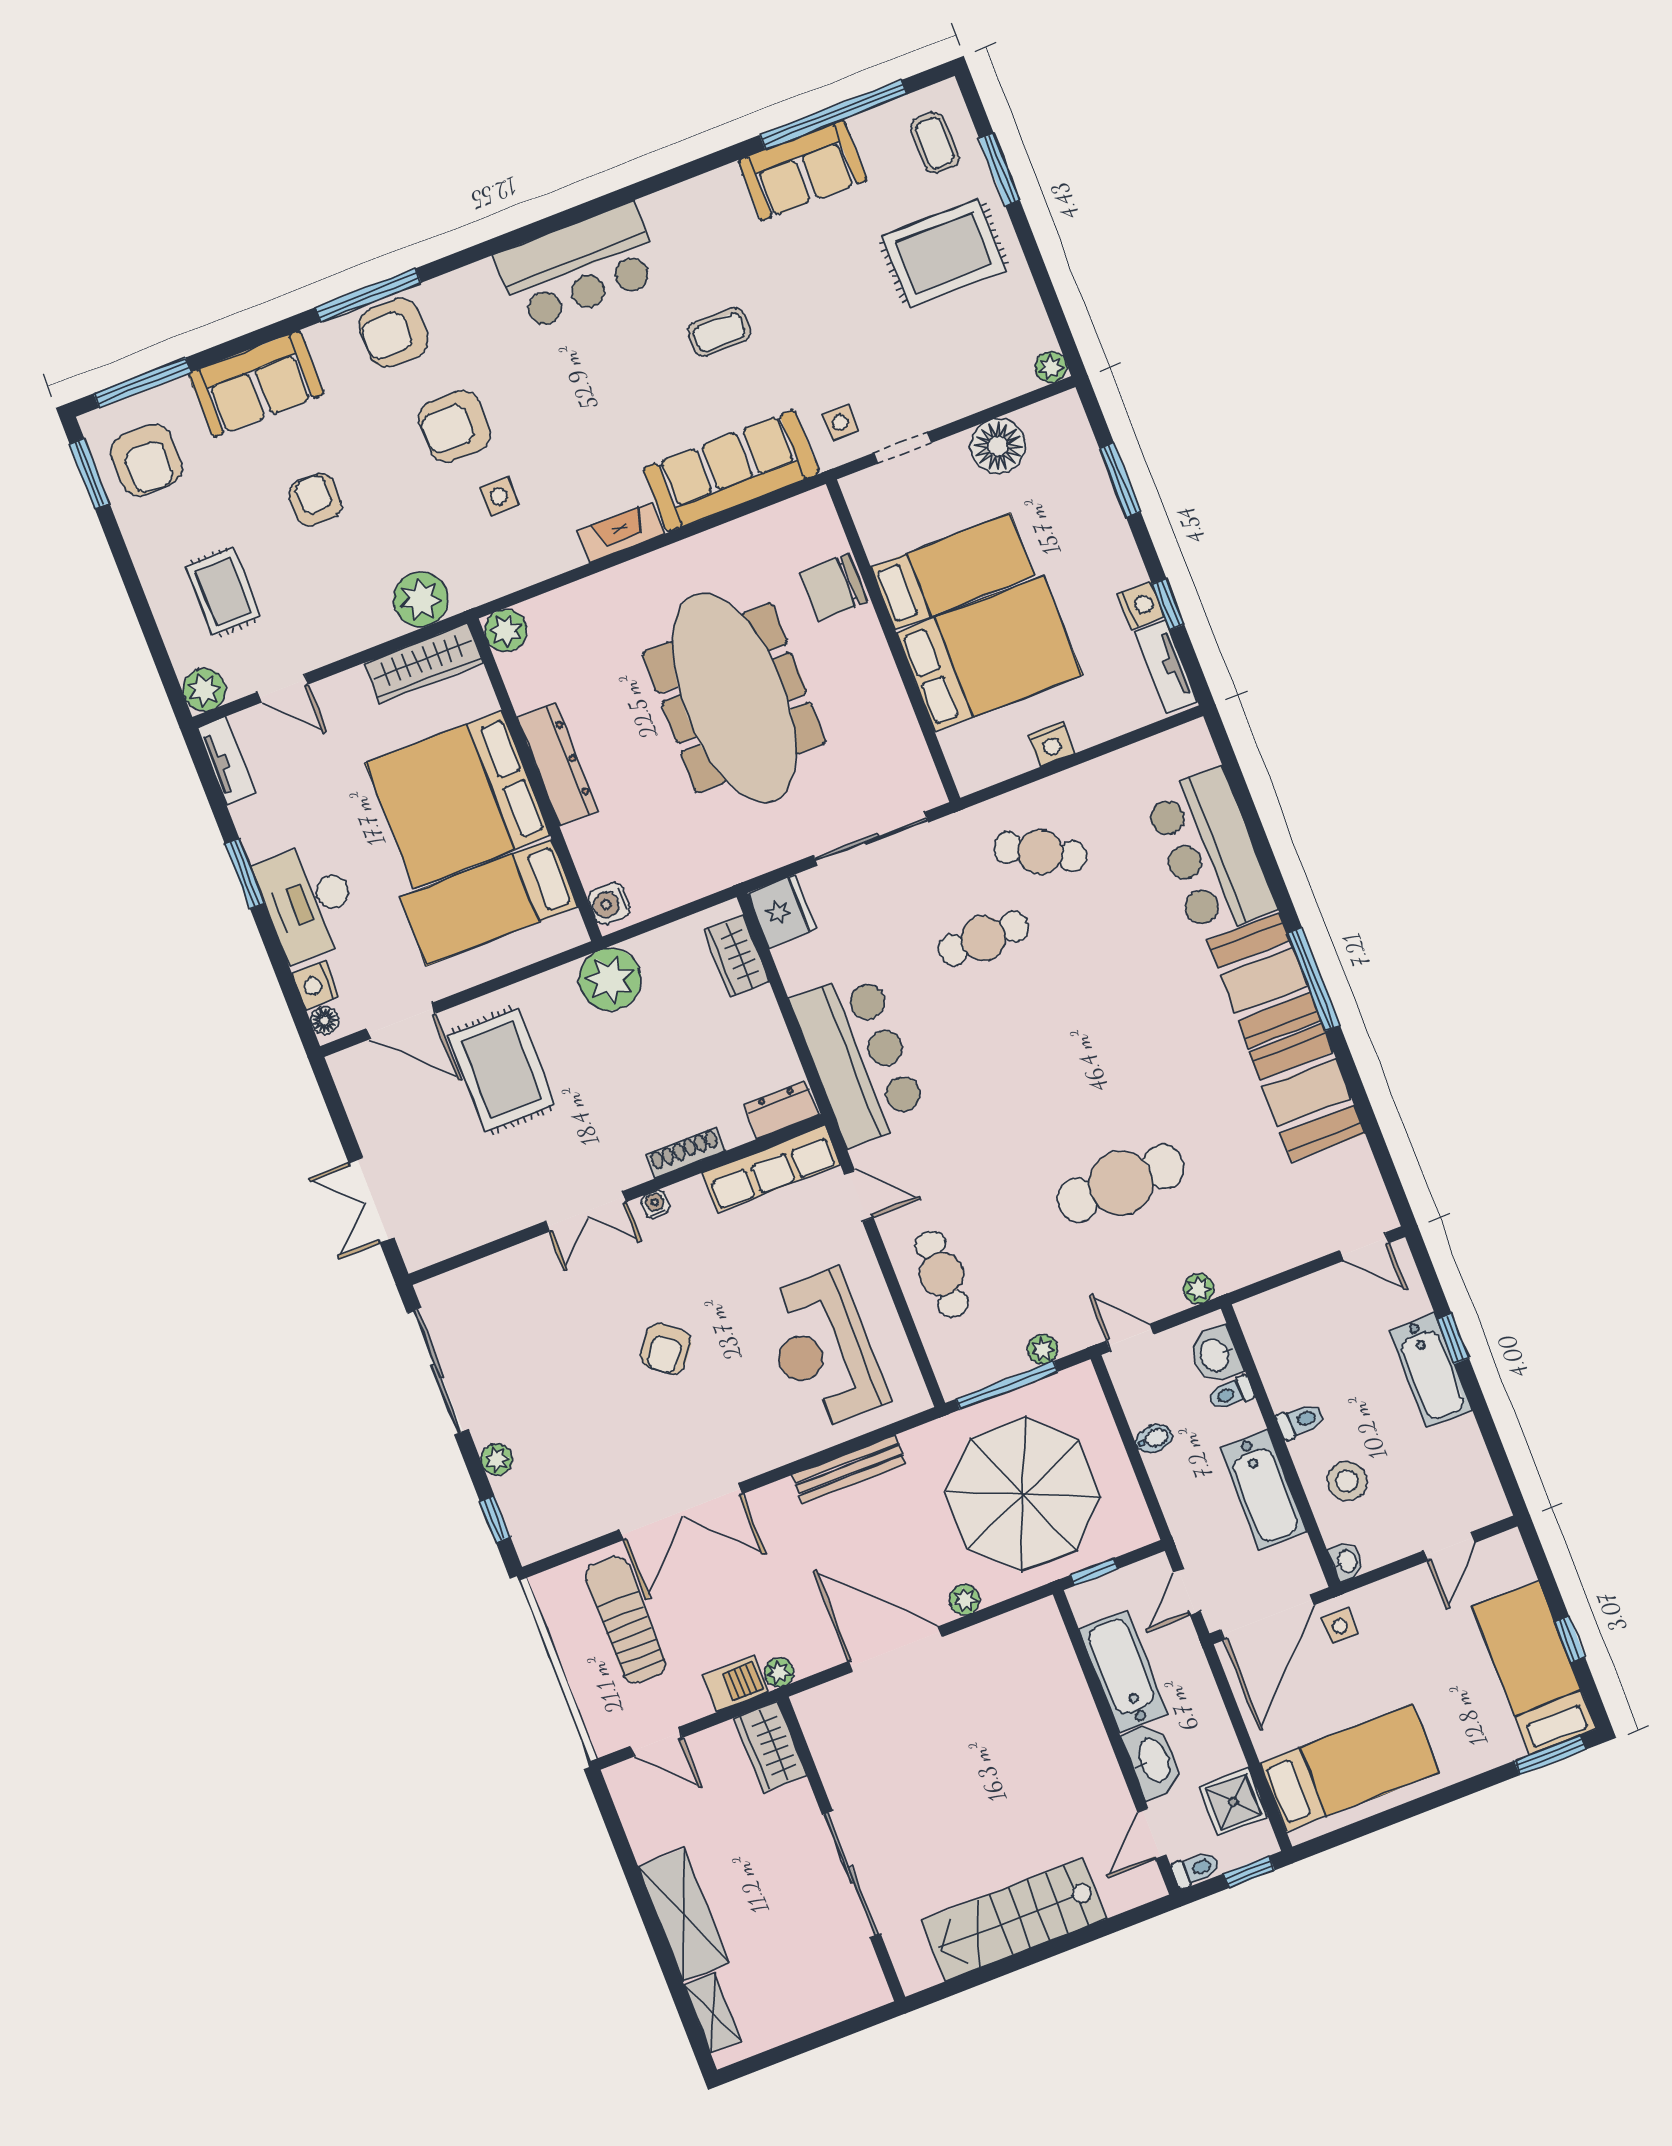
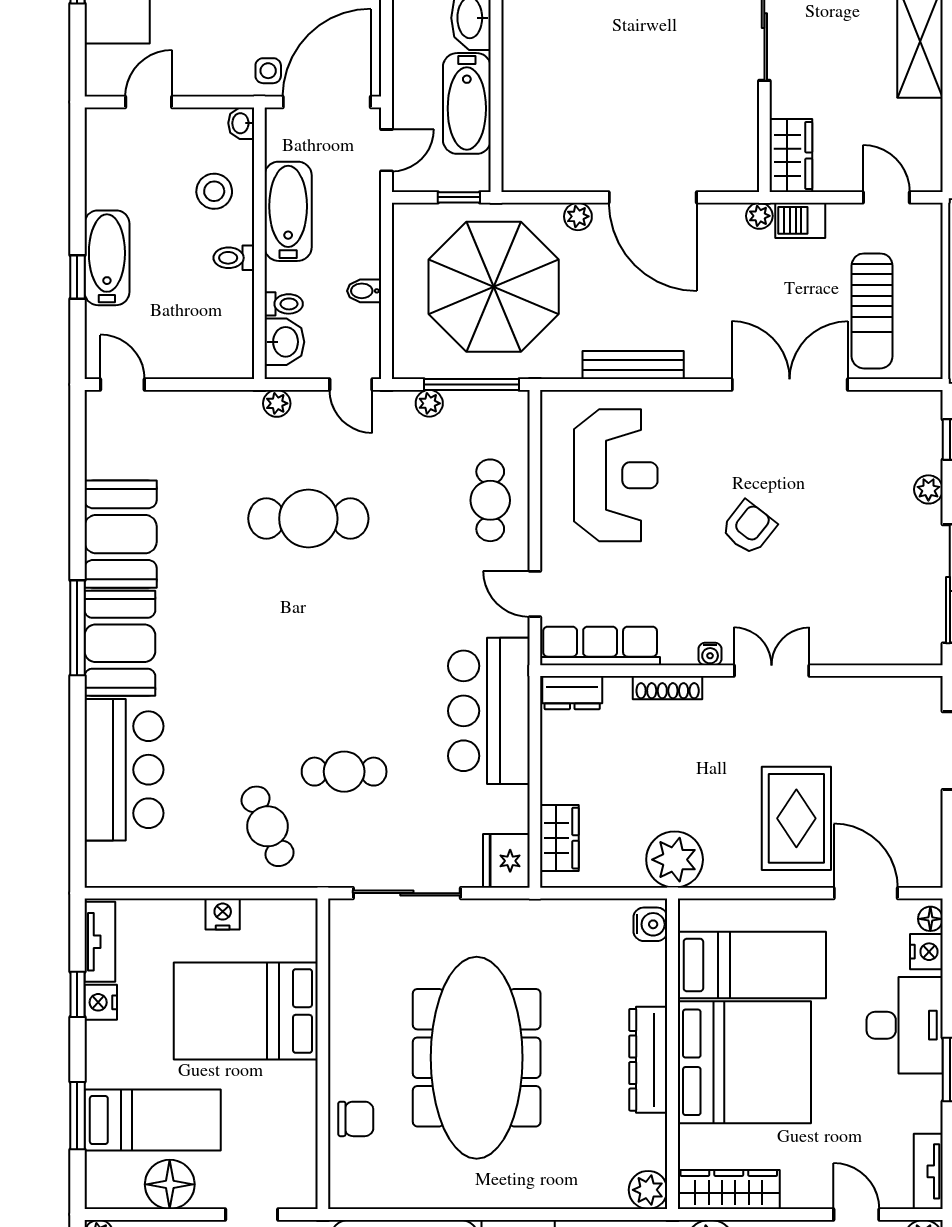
bed: (953, 571) -> (153, 1120), moved, turned 180
chair: (833, 587) -> (356, 1119), width x0.73, depth x0.73
cafe table: (1040, 852) -> (268, 826), turned 37

